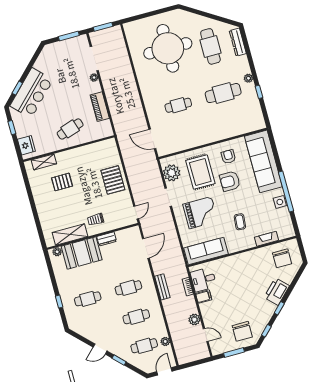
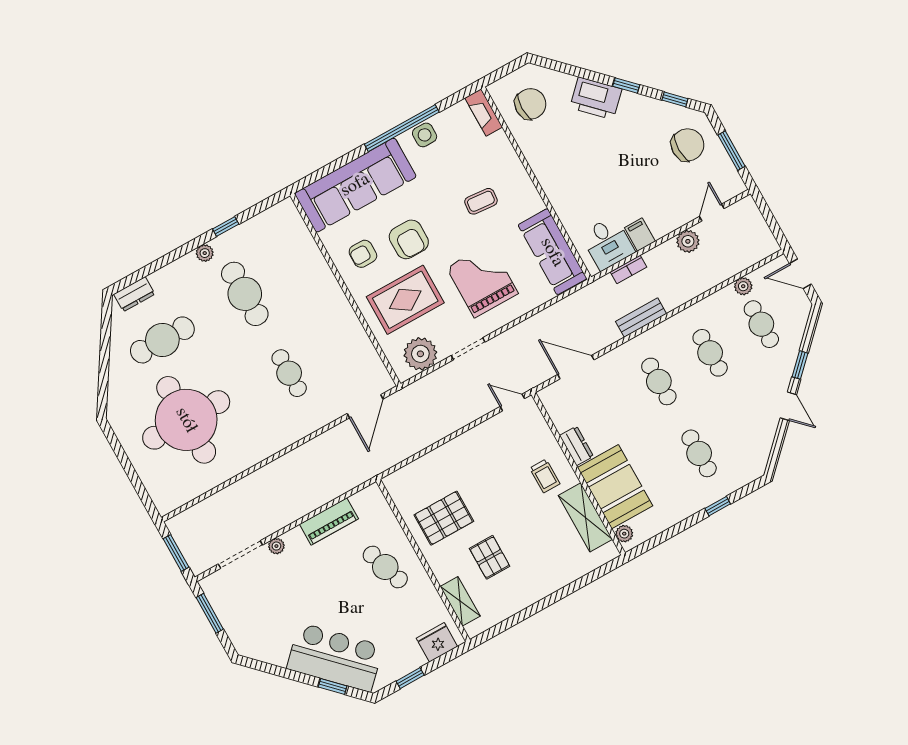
dresser: (238, 42) -> (134, 294), width x0.70
pallet: (113, 180) -> (444, 518), moved
fireplace: (266, 239) -> (484, 113), moved

